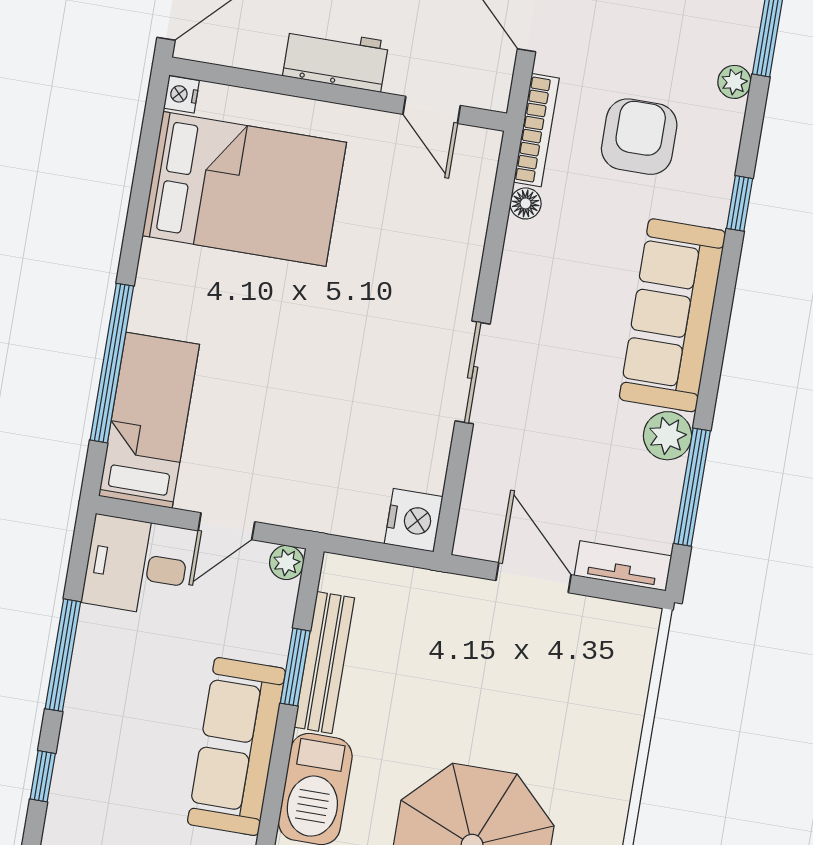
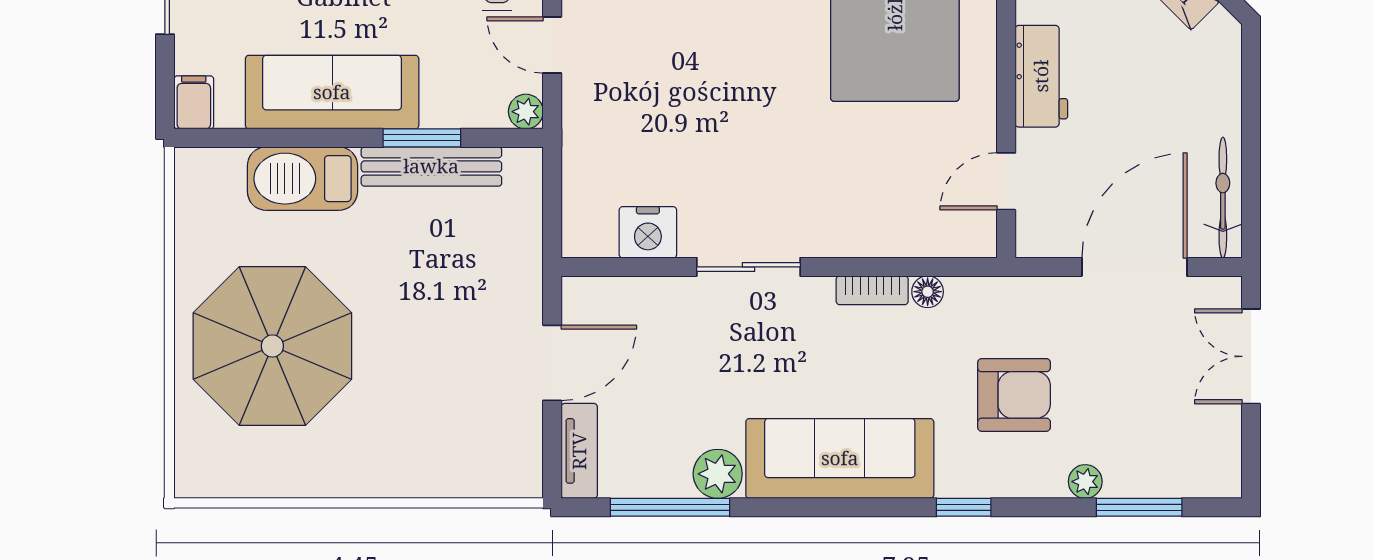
bookcase: (536, 130) -> (872, 290), moved, width x0.64
nightstand: (414, 520) -> (648, 232), moved

